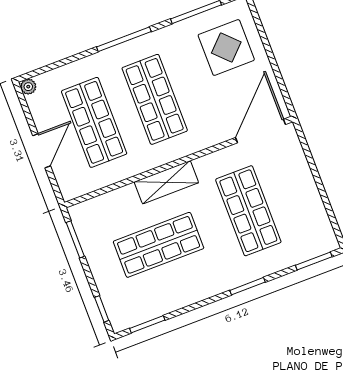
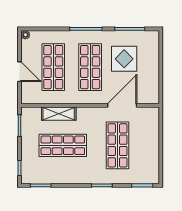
display table: (226, 47) -> (124, 59), moved
door: (261, 131) -> (122, 105), moved
door: (42, 151) -> (20, 72), hinge flipped
shelving: (166, 182) -> (59, 114), moved

